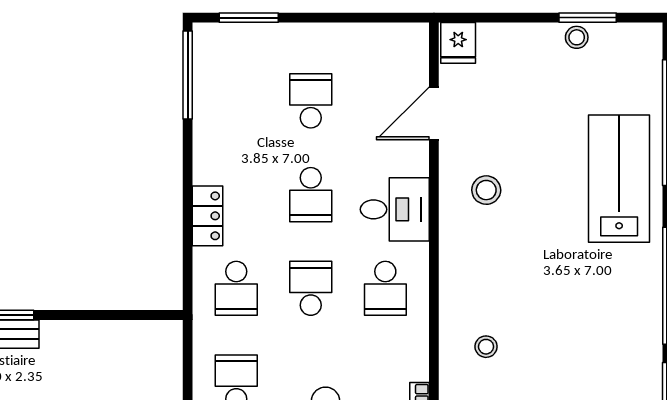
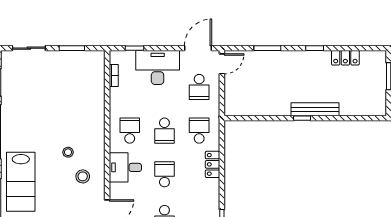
stool: (486, 347) -> (68, 152), moved

